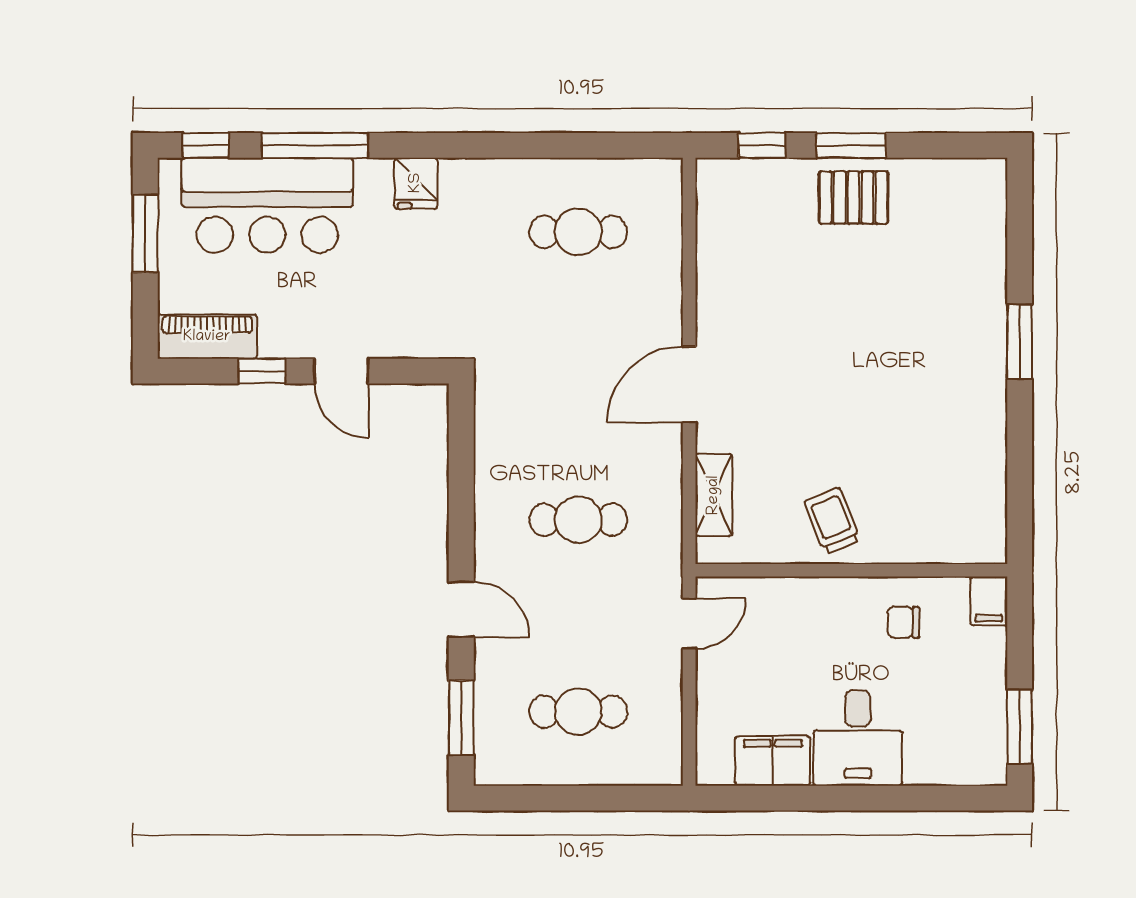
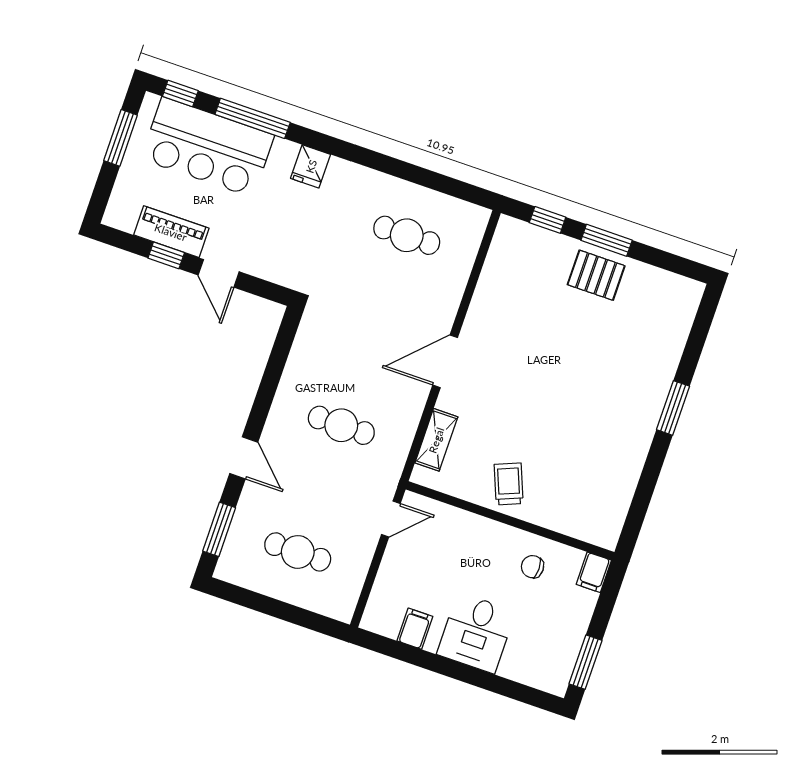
piano: (207, 337) -> (171, 232), moved
filing cabinet: (773, 761) -> (415, 629), width x0.50

